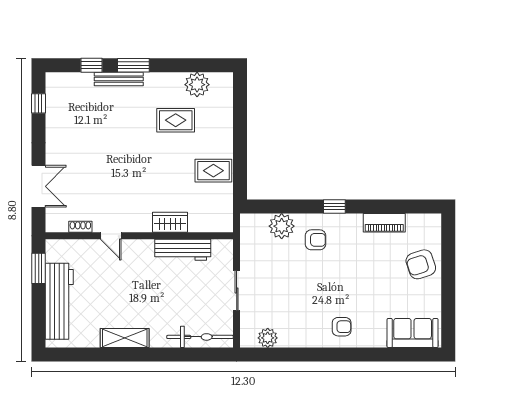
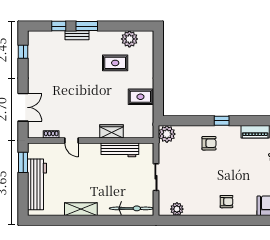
bench: (119, 79) -> (77, 35), width x0.73
plant: (282, 226) -> (167, 134), moved

